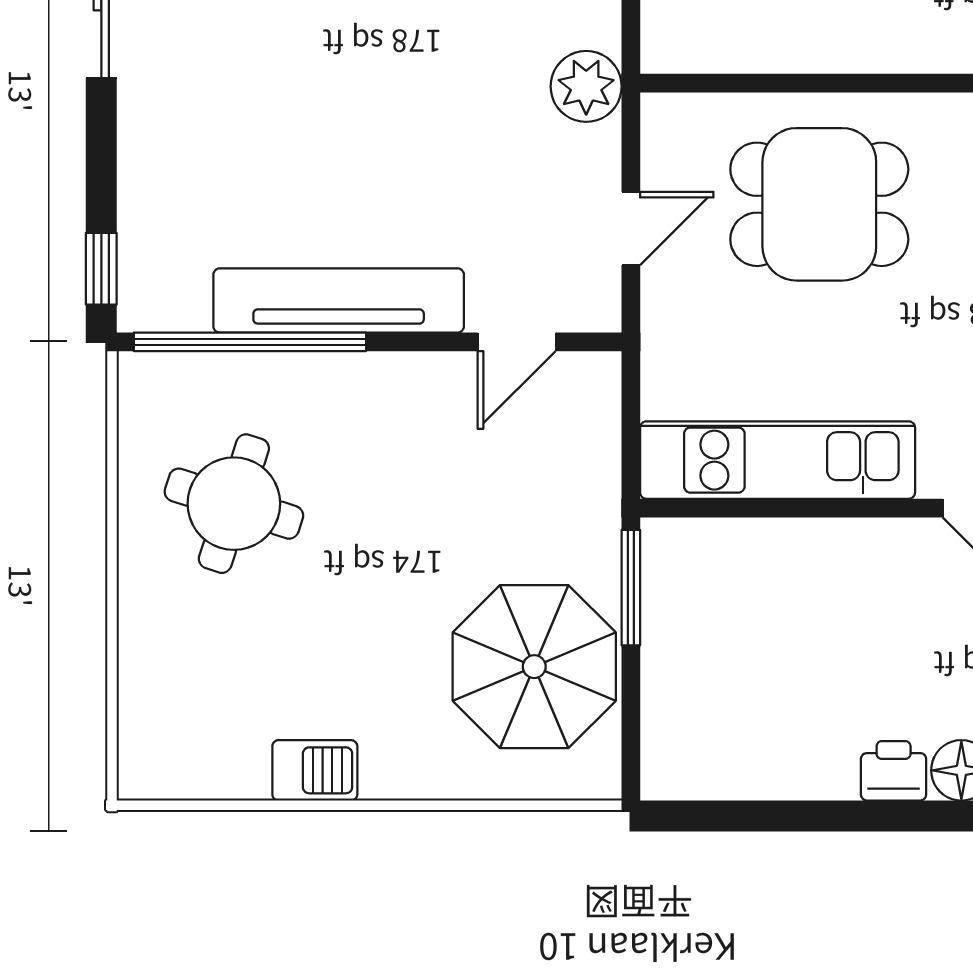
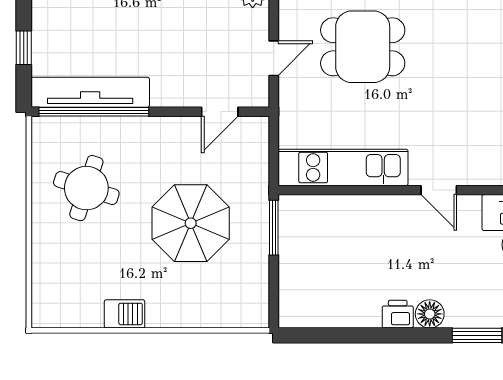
window: (101, 269) -> (24, 48), moved
tv unit: (339, 300) -> (90, 92), moved
parasol: (534, 667) -> (191, 223), moved

